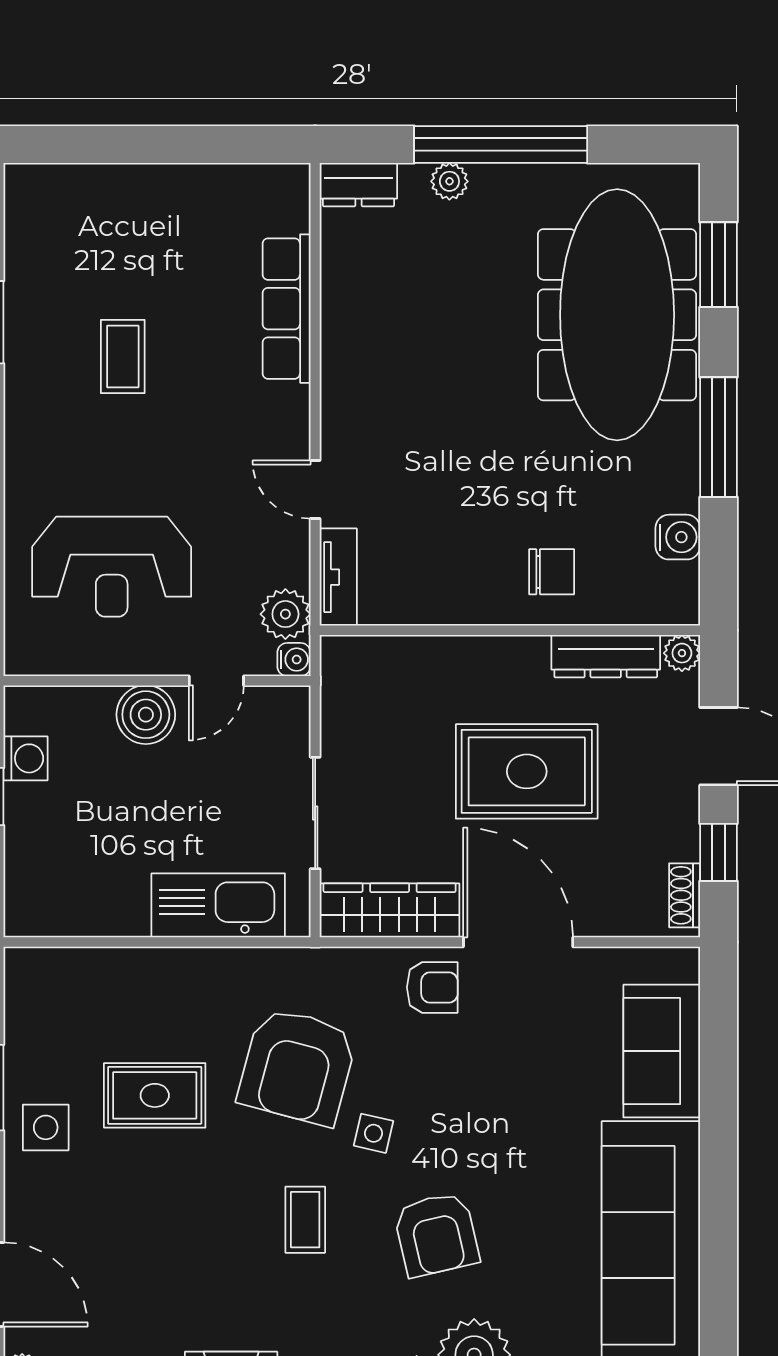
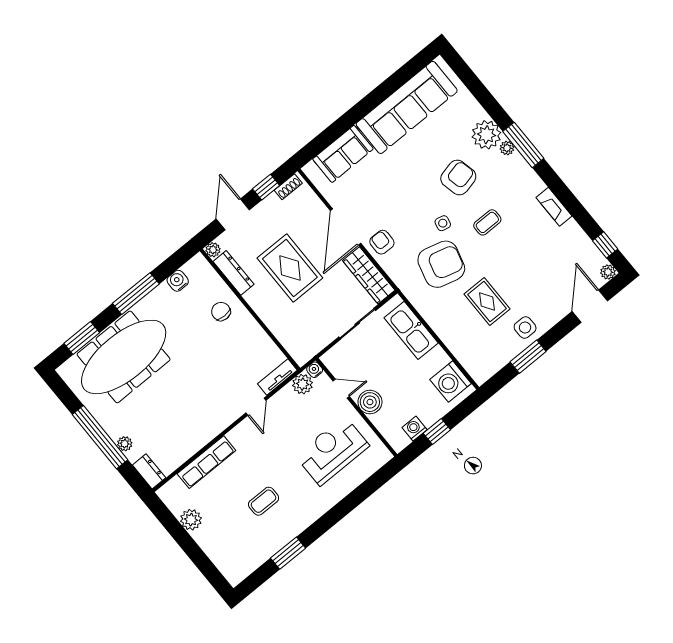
plant: (201, 189) -> (191, 520), added
reception desk: (112, 567) -> (332, 451), turned -90
washing machine: (59, 901) -> (451, 382), added

